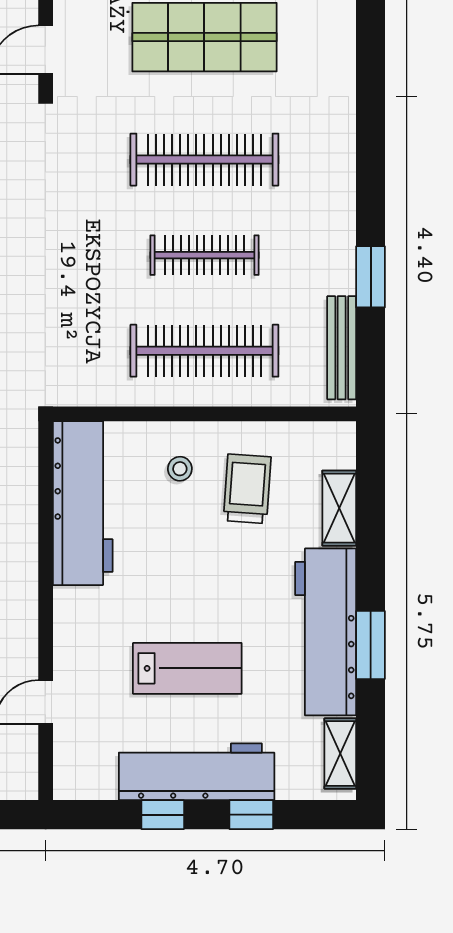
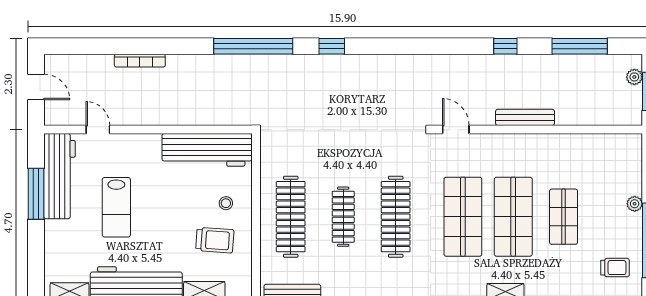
workbench: (197, 772) -> (59, 176), moved
window: (163, 815) -> (36, 194), width x2.17
window: (251, 815) -> (36, 242), removed

